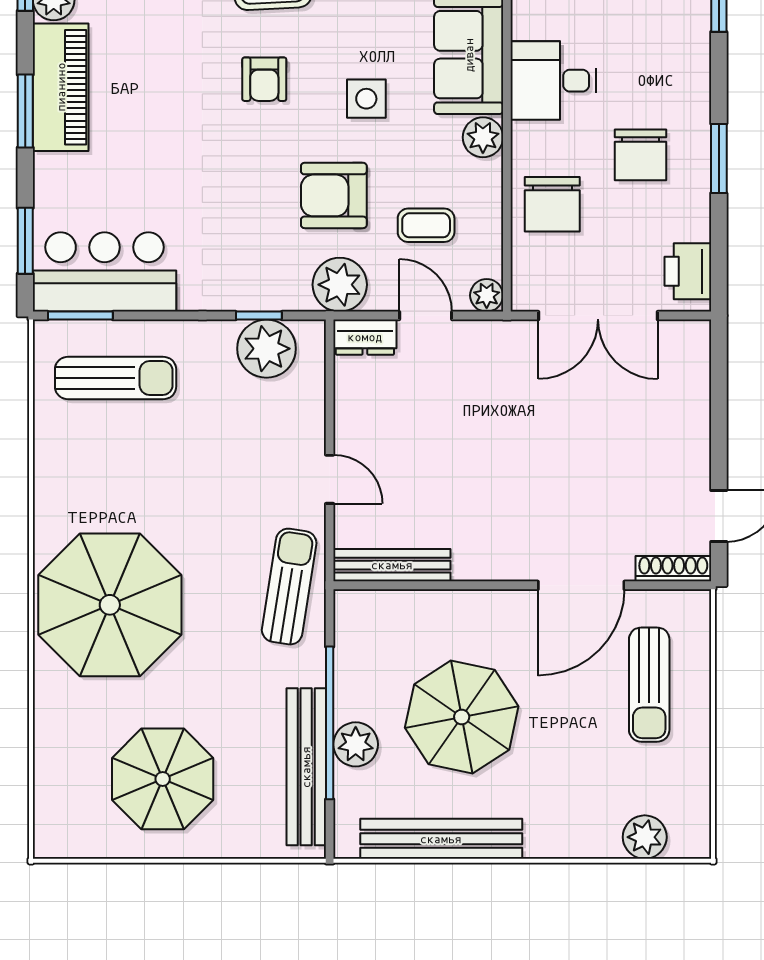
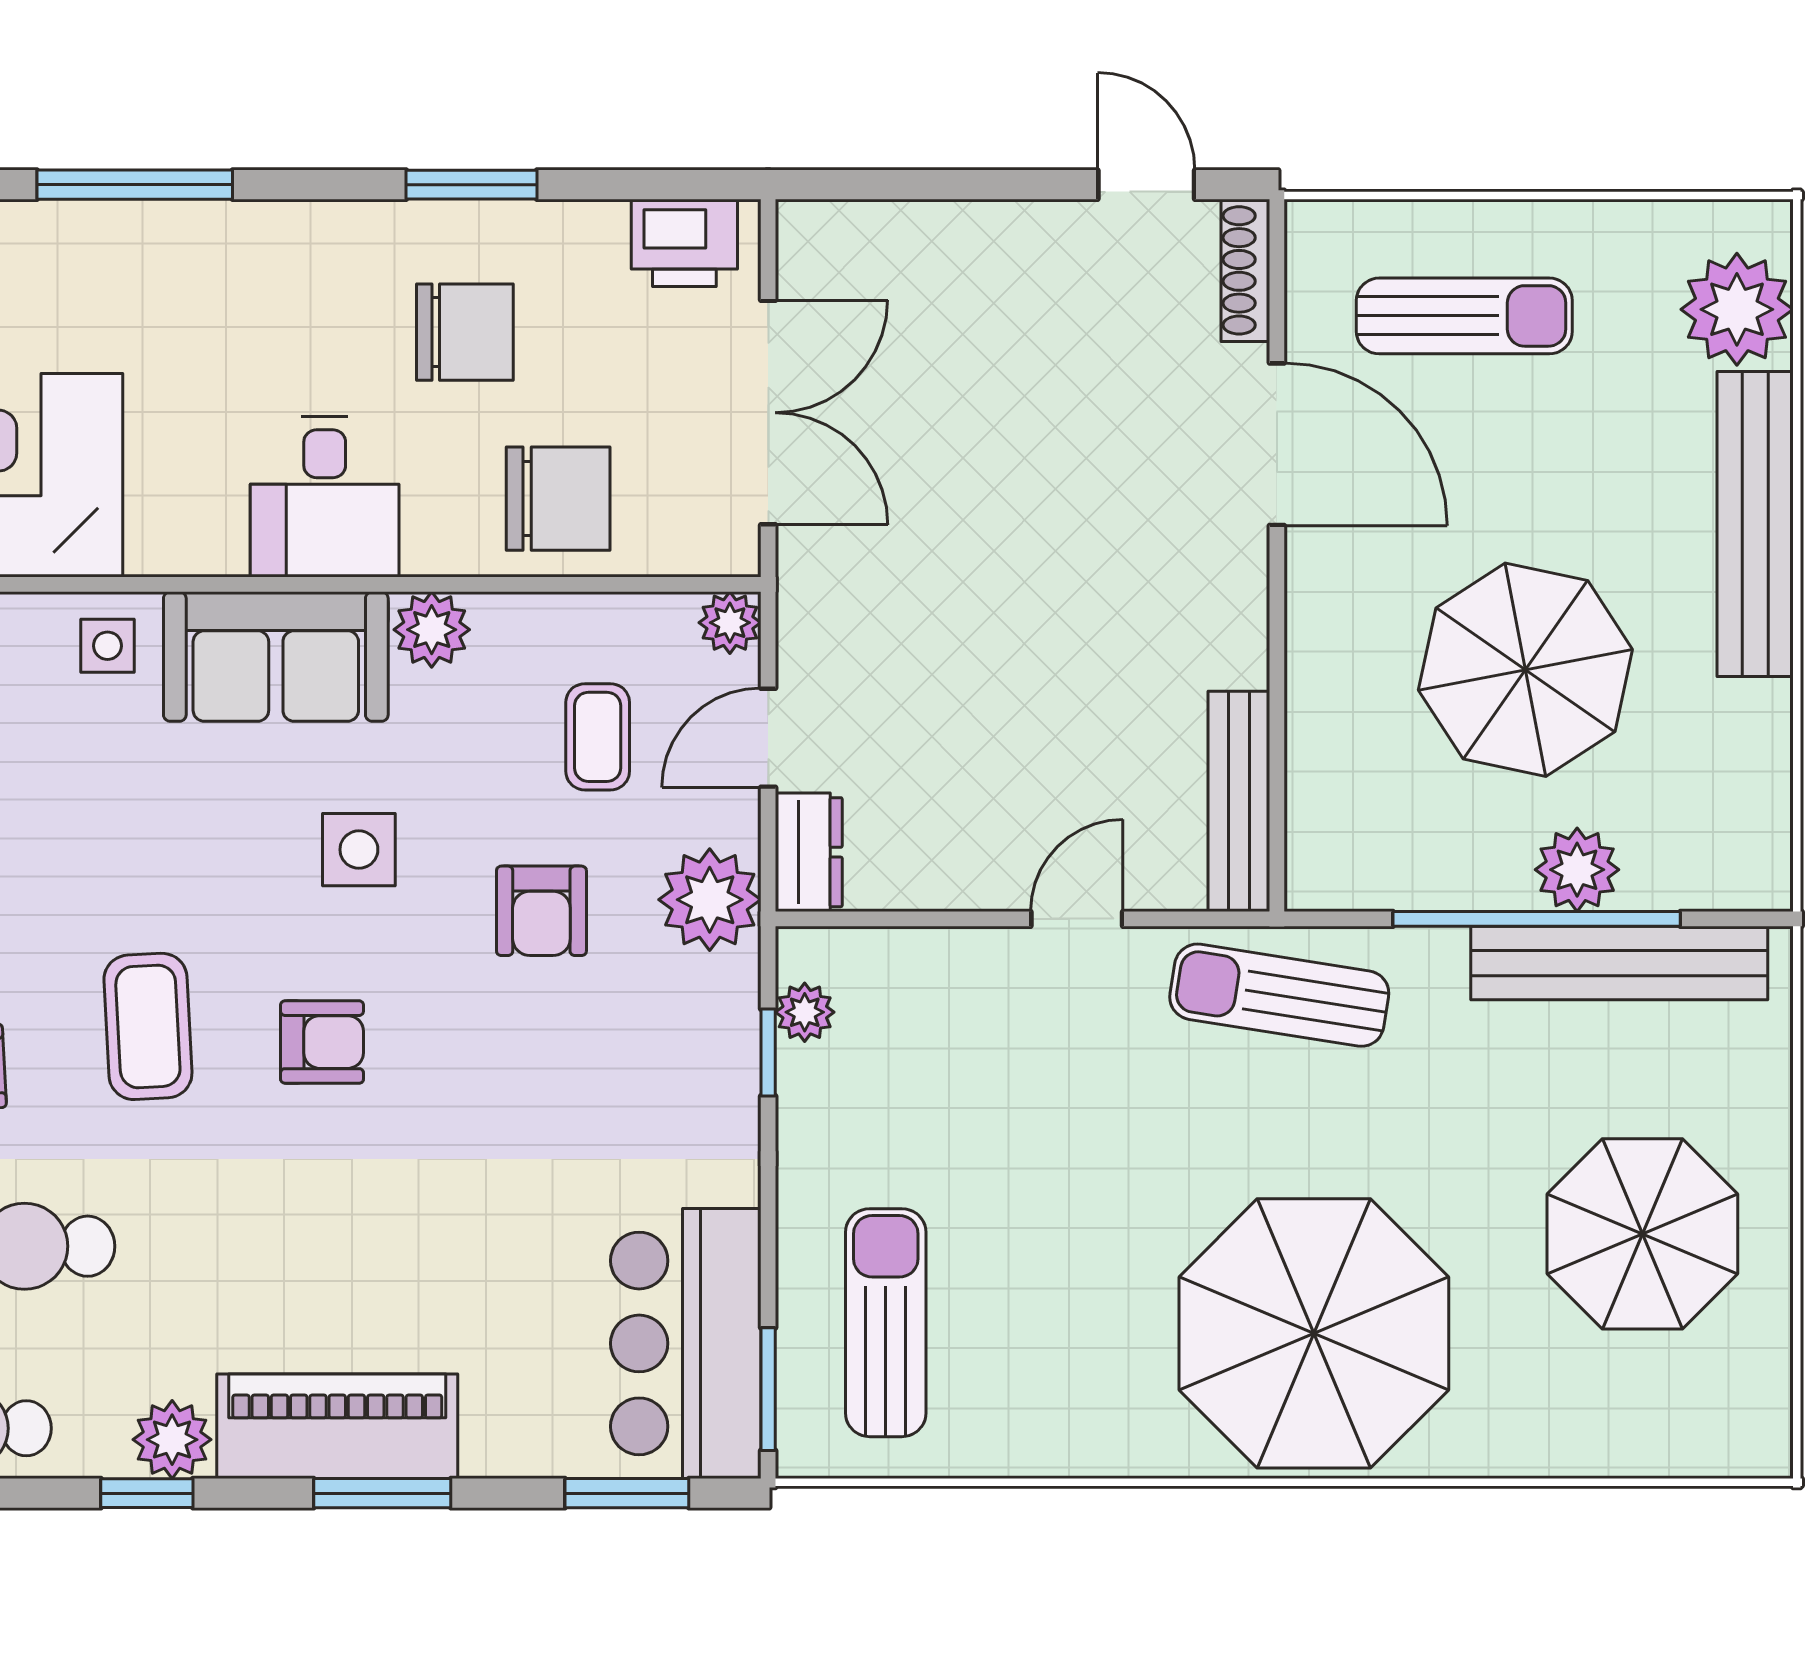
armchair: (334, 195) -> (541, 911), width x0.72, depth x0.72
plant: (266, 349) -> (805, 1012), width x0.53, depth x0.53
plant: (645, 837) -> (1737, 309), width x1.36, depth x1.36
bench: (441, 839) -> (1755, 524), moved

